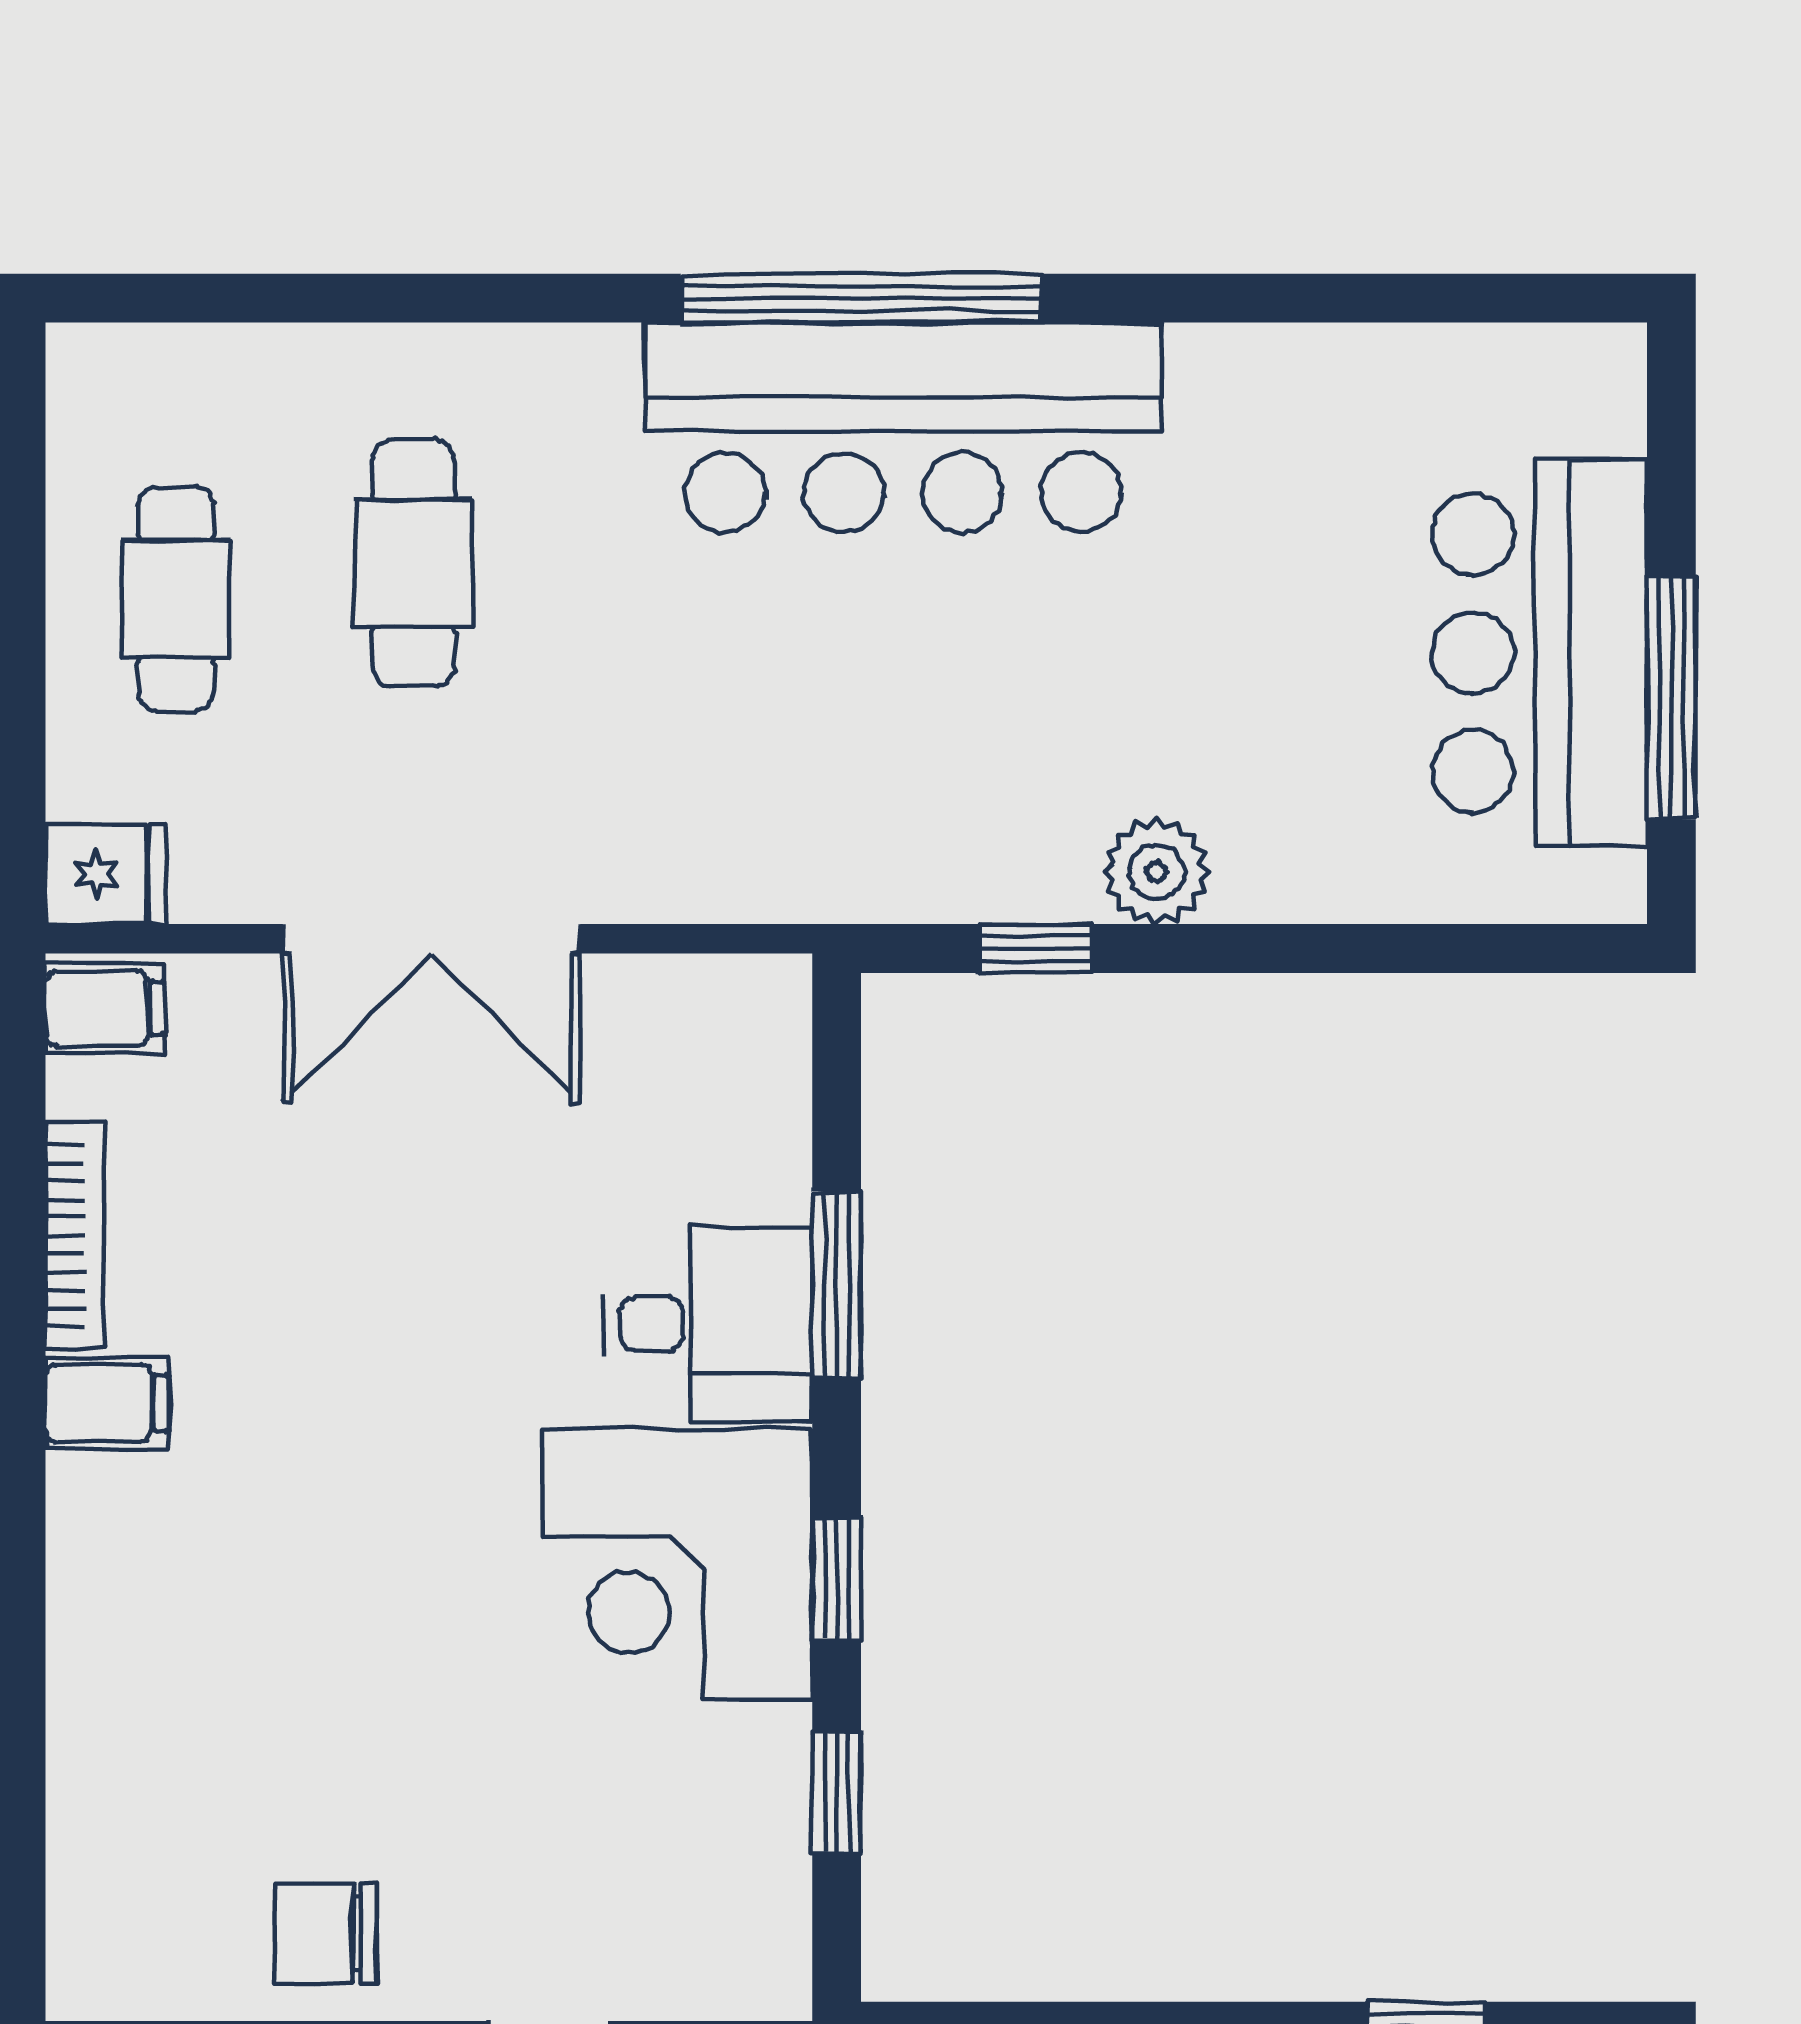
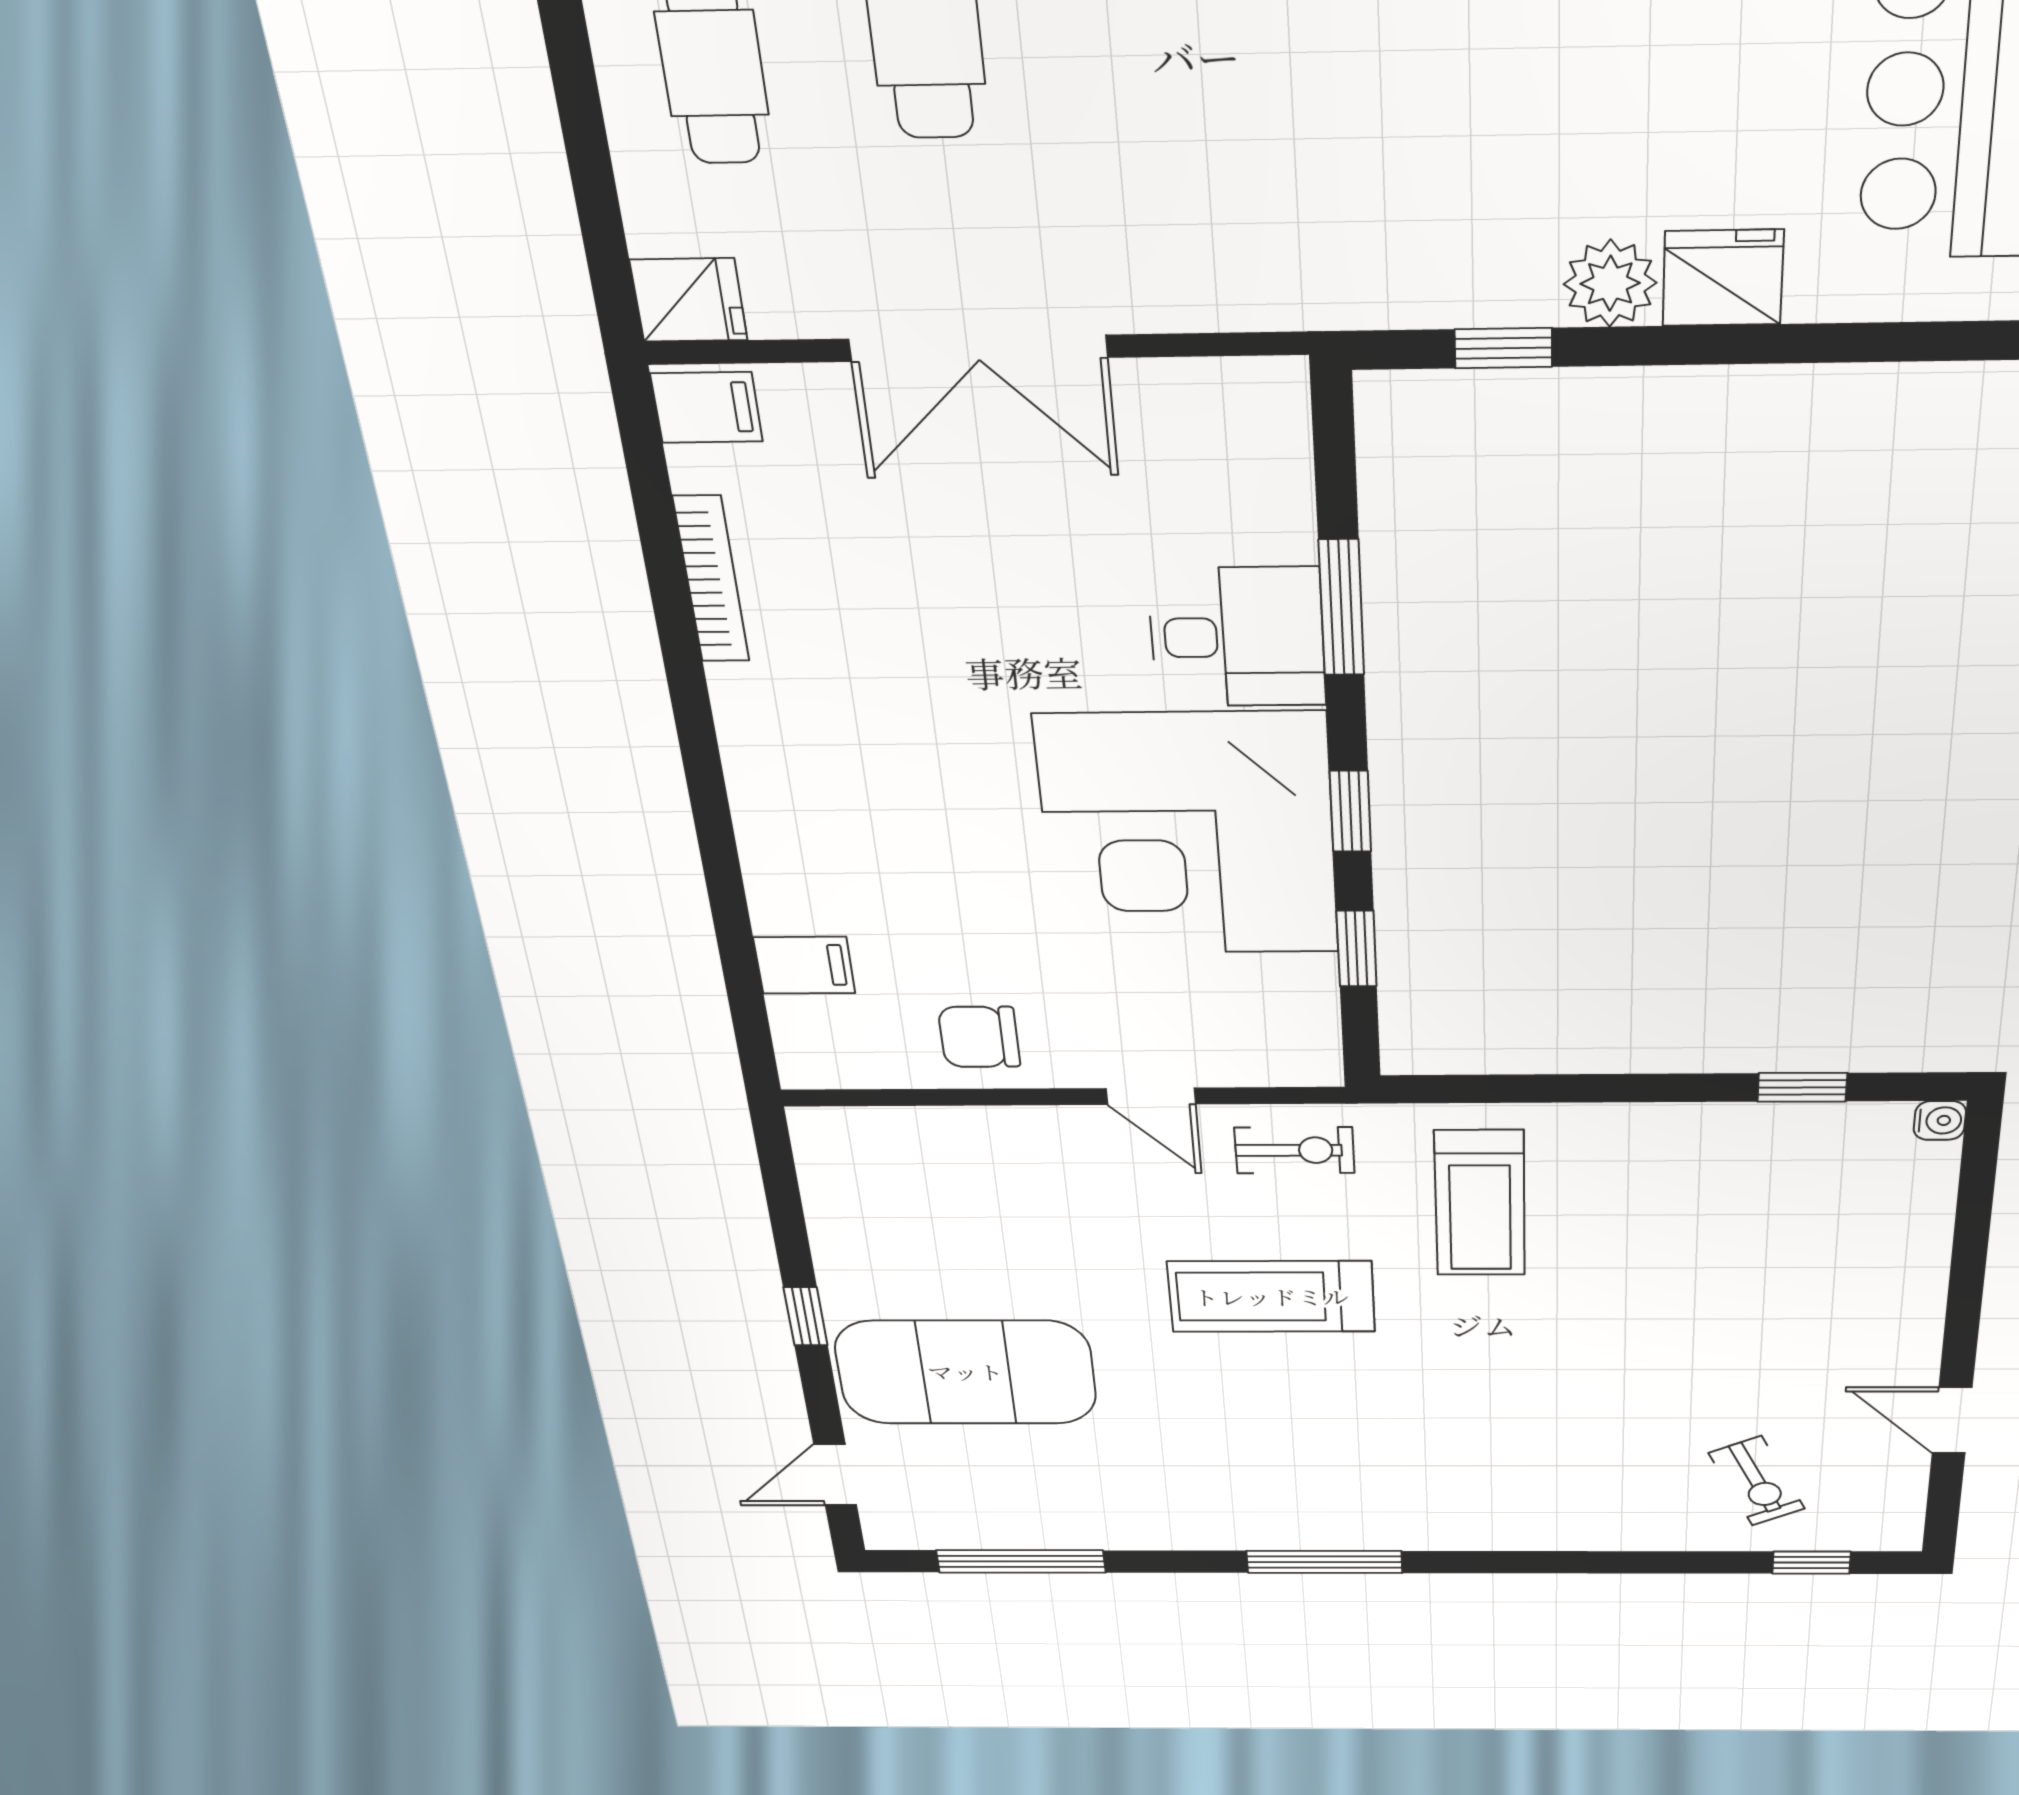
fridge: (1283, 867) -> (1723, 278), added
filing cabinet: (107, 1403) -> (804, 965), moved
corner desk: (677, 1564) -> (1188, 835), width x1.36, depth x1.36

